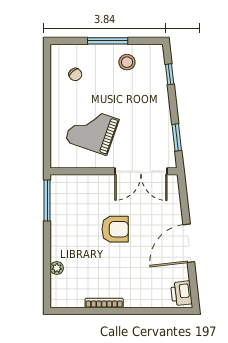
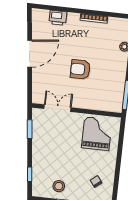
grand piano: (92, 130) -> (97, 134), moved, turned -109
double door: (141, 171) -> (58, 108), width x0.73
printer: (181, 293) -> (58, 18), moved, turned 96

